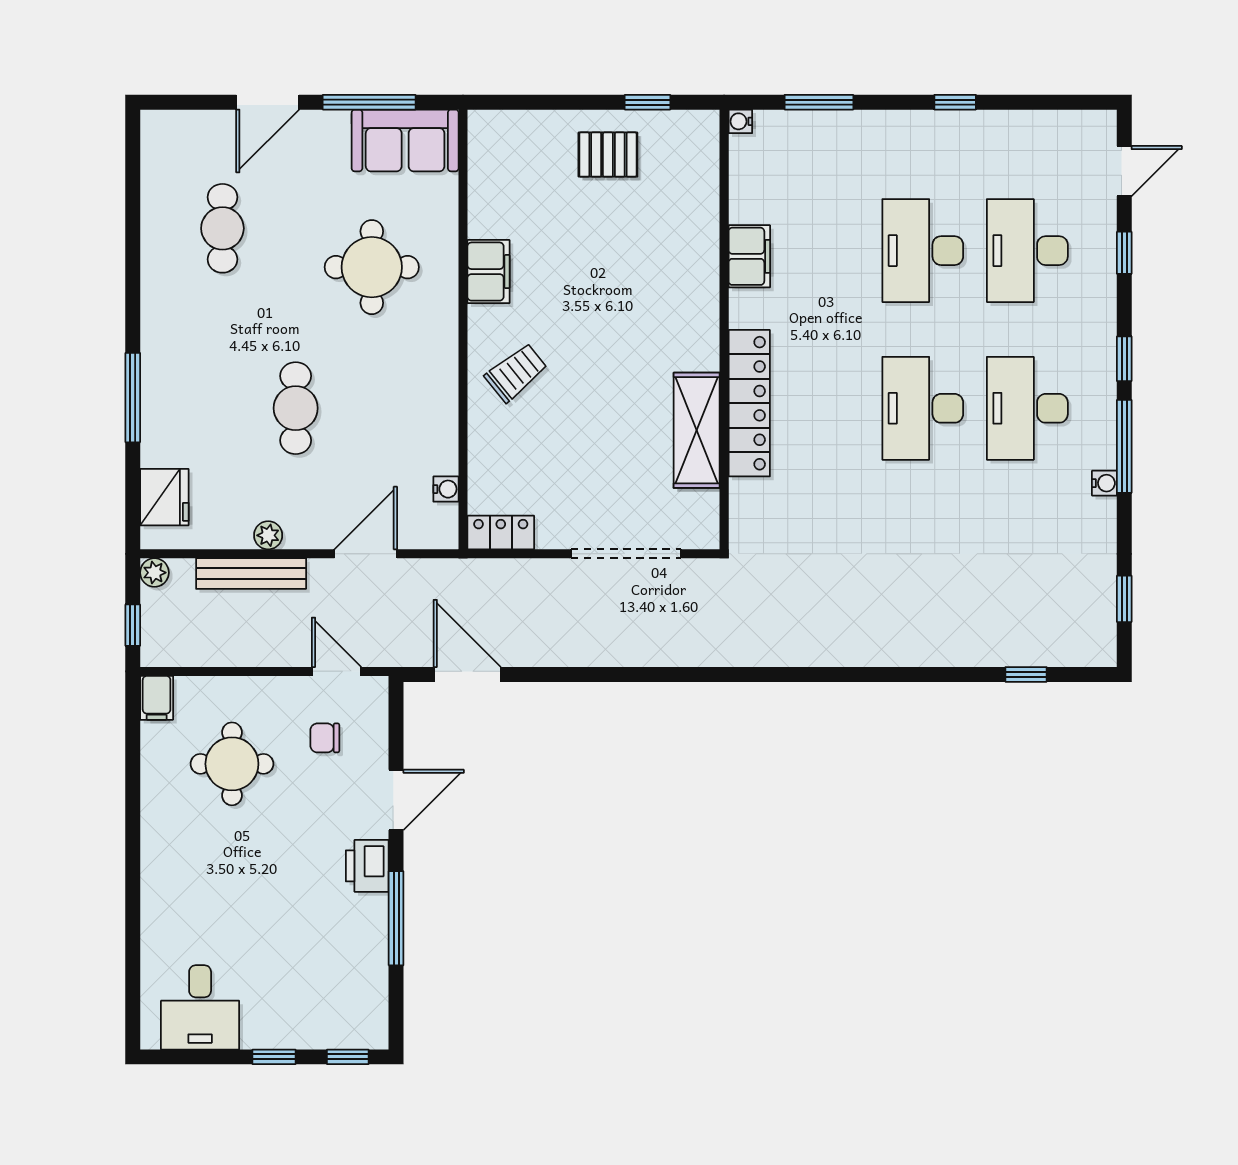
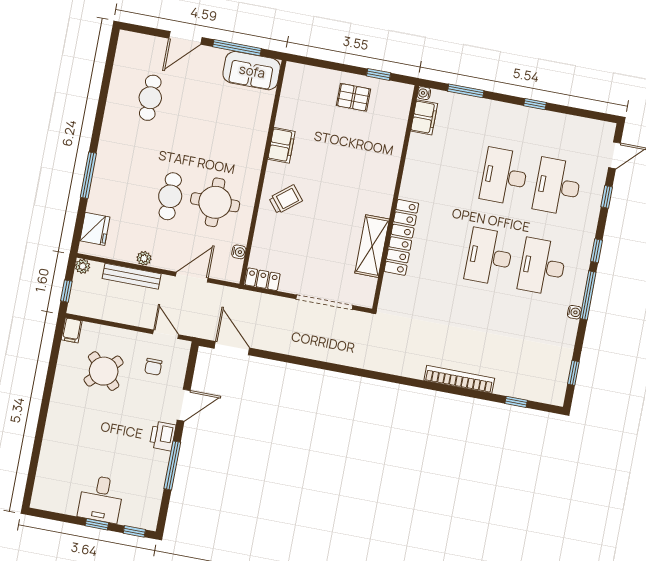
filing cabinet: (749, 256) -> (424, 117), moved
round table: (372, 267) -> (215, 202), moved
bookcase: (910, 652) -> (459, 379), added
chair: (325, 738) -> (153, 367), turned -90
round table: (232, 764) -> (104, 371), turned 45
desk: (200, 1007) -> (101, 499), moved

